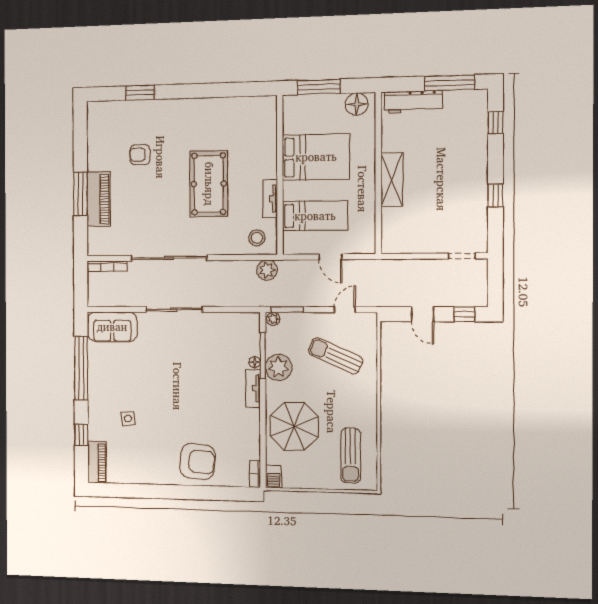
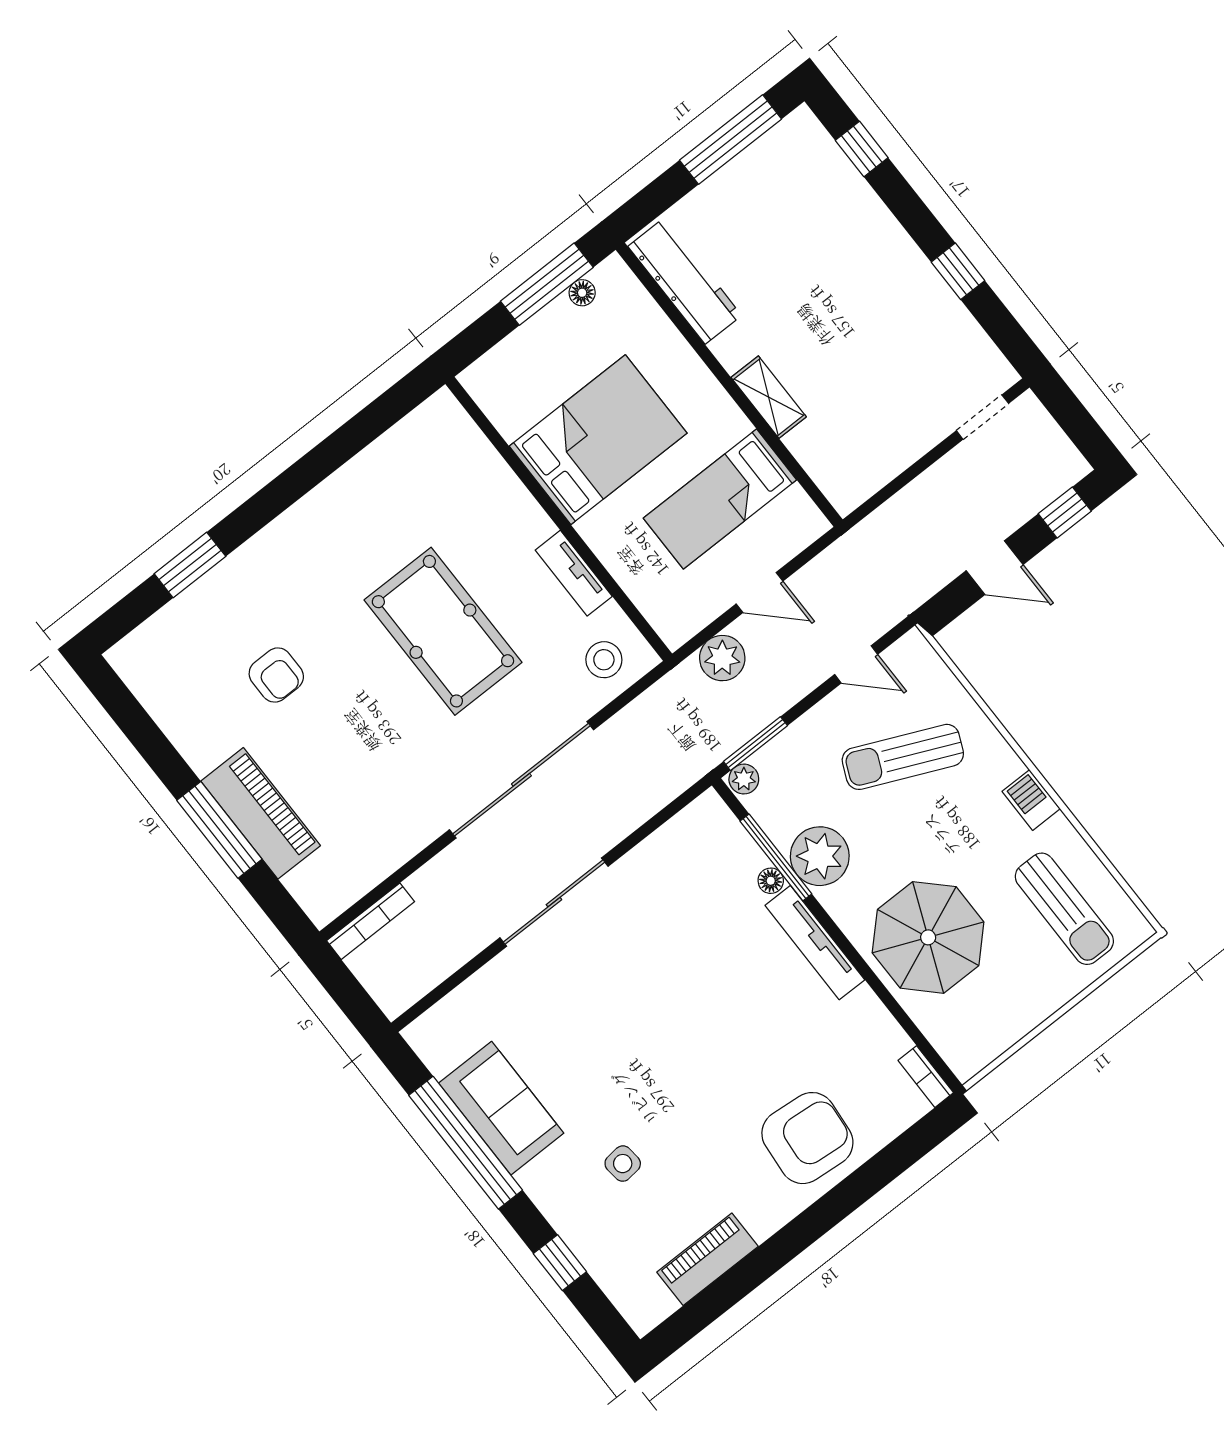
window: (319, 87) -> (547, 284), moved
workbench: (413, 102) -> (685, 281), moved, turned -90
floor lamp: (357, 104) -> (582, 293), width x0.53, depth x0.53
armchair: (140, 155) -> (276, 675), turned -90
shelving: (392, 180) -> (769, 397), width x0.67, depth x0.75
bed: (315, 216) -> (720, 499), moved, turned 180
sliding door: (169, 258) -> (521, 780), moved
plant: (267, 270) -> (722, 658), moved
door: (345, 310) -> (856, 664), swing flipped
sofa: (112, 327) -> (501, 1108), moved, turned -90
tv unit: (253, 388) -> (815, 943), width x1.41
piano: (97, 462) -> (708, 1259), moved, turned -90
barbecue: (273, 477) -> (1031, 800), moved, turned 180

